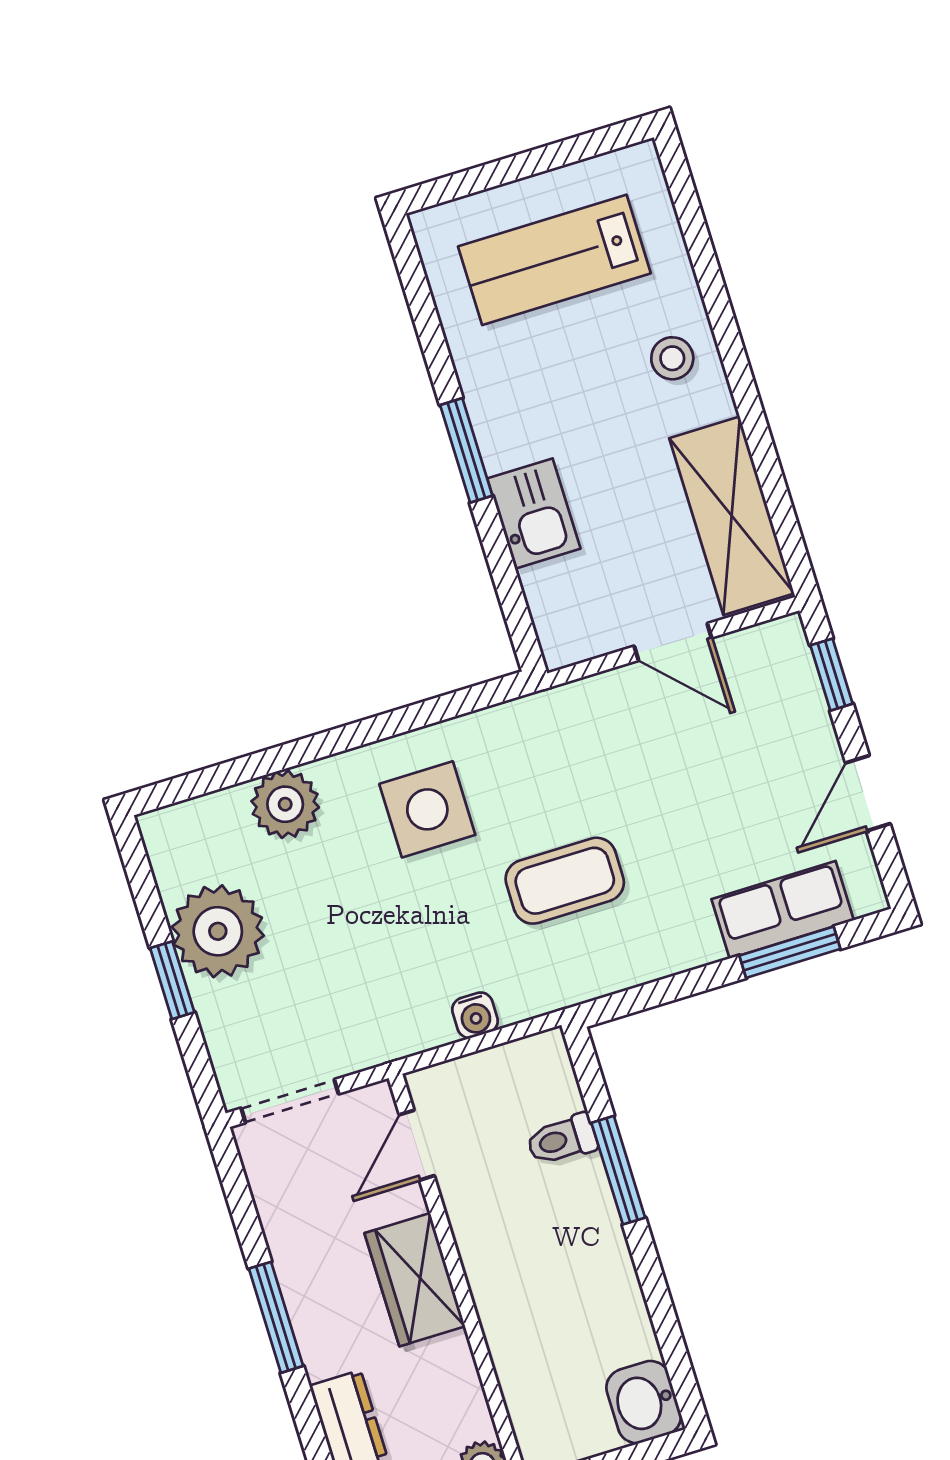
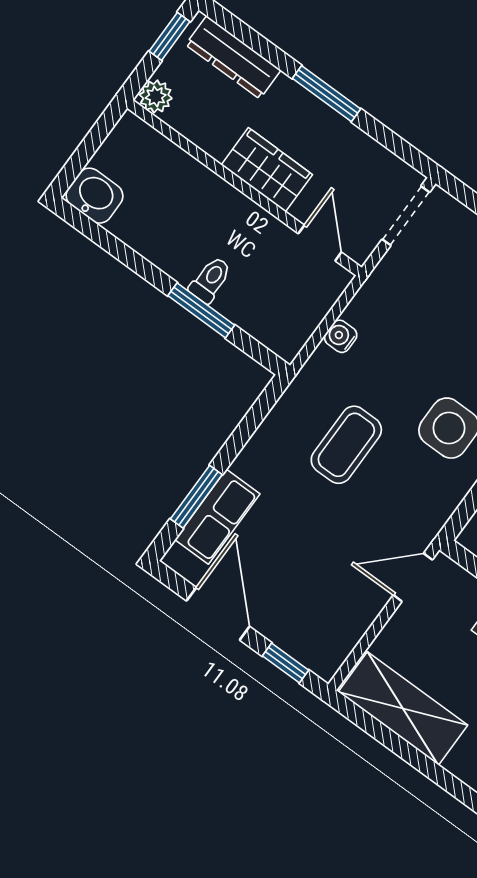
door: (673, 642) -> (413, 577), moved
door: (868, 793) -> (218, 614), width x1.38
toilet: (562, 1140) -> (210, 280), moved

